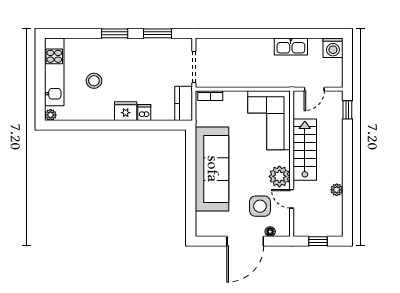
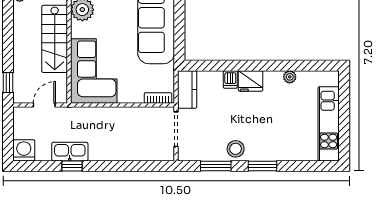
window: (289, 33) -> (72, 166), added
stool: (94, 81) -> (236, 149), moved
plant: (51, 115) -> (290, 77), moved

